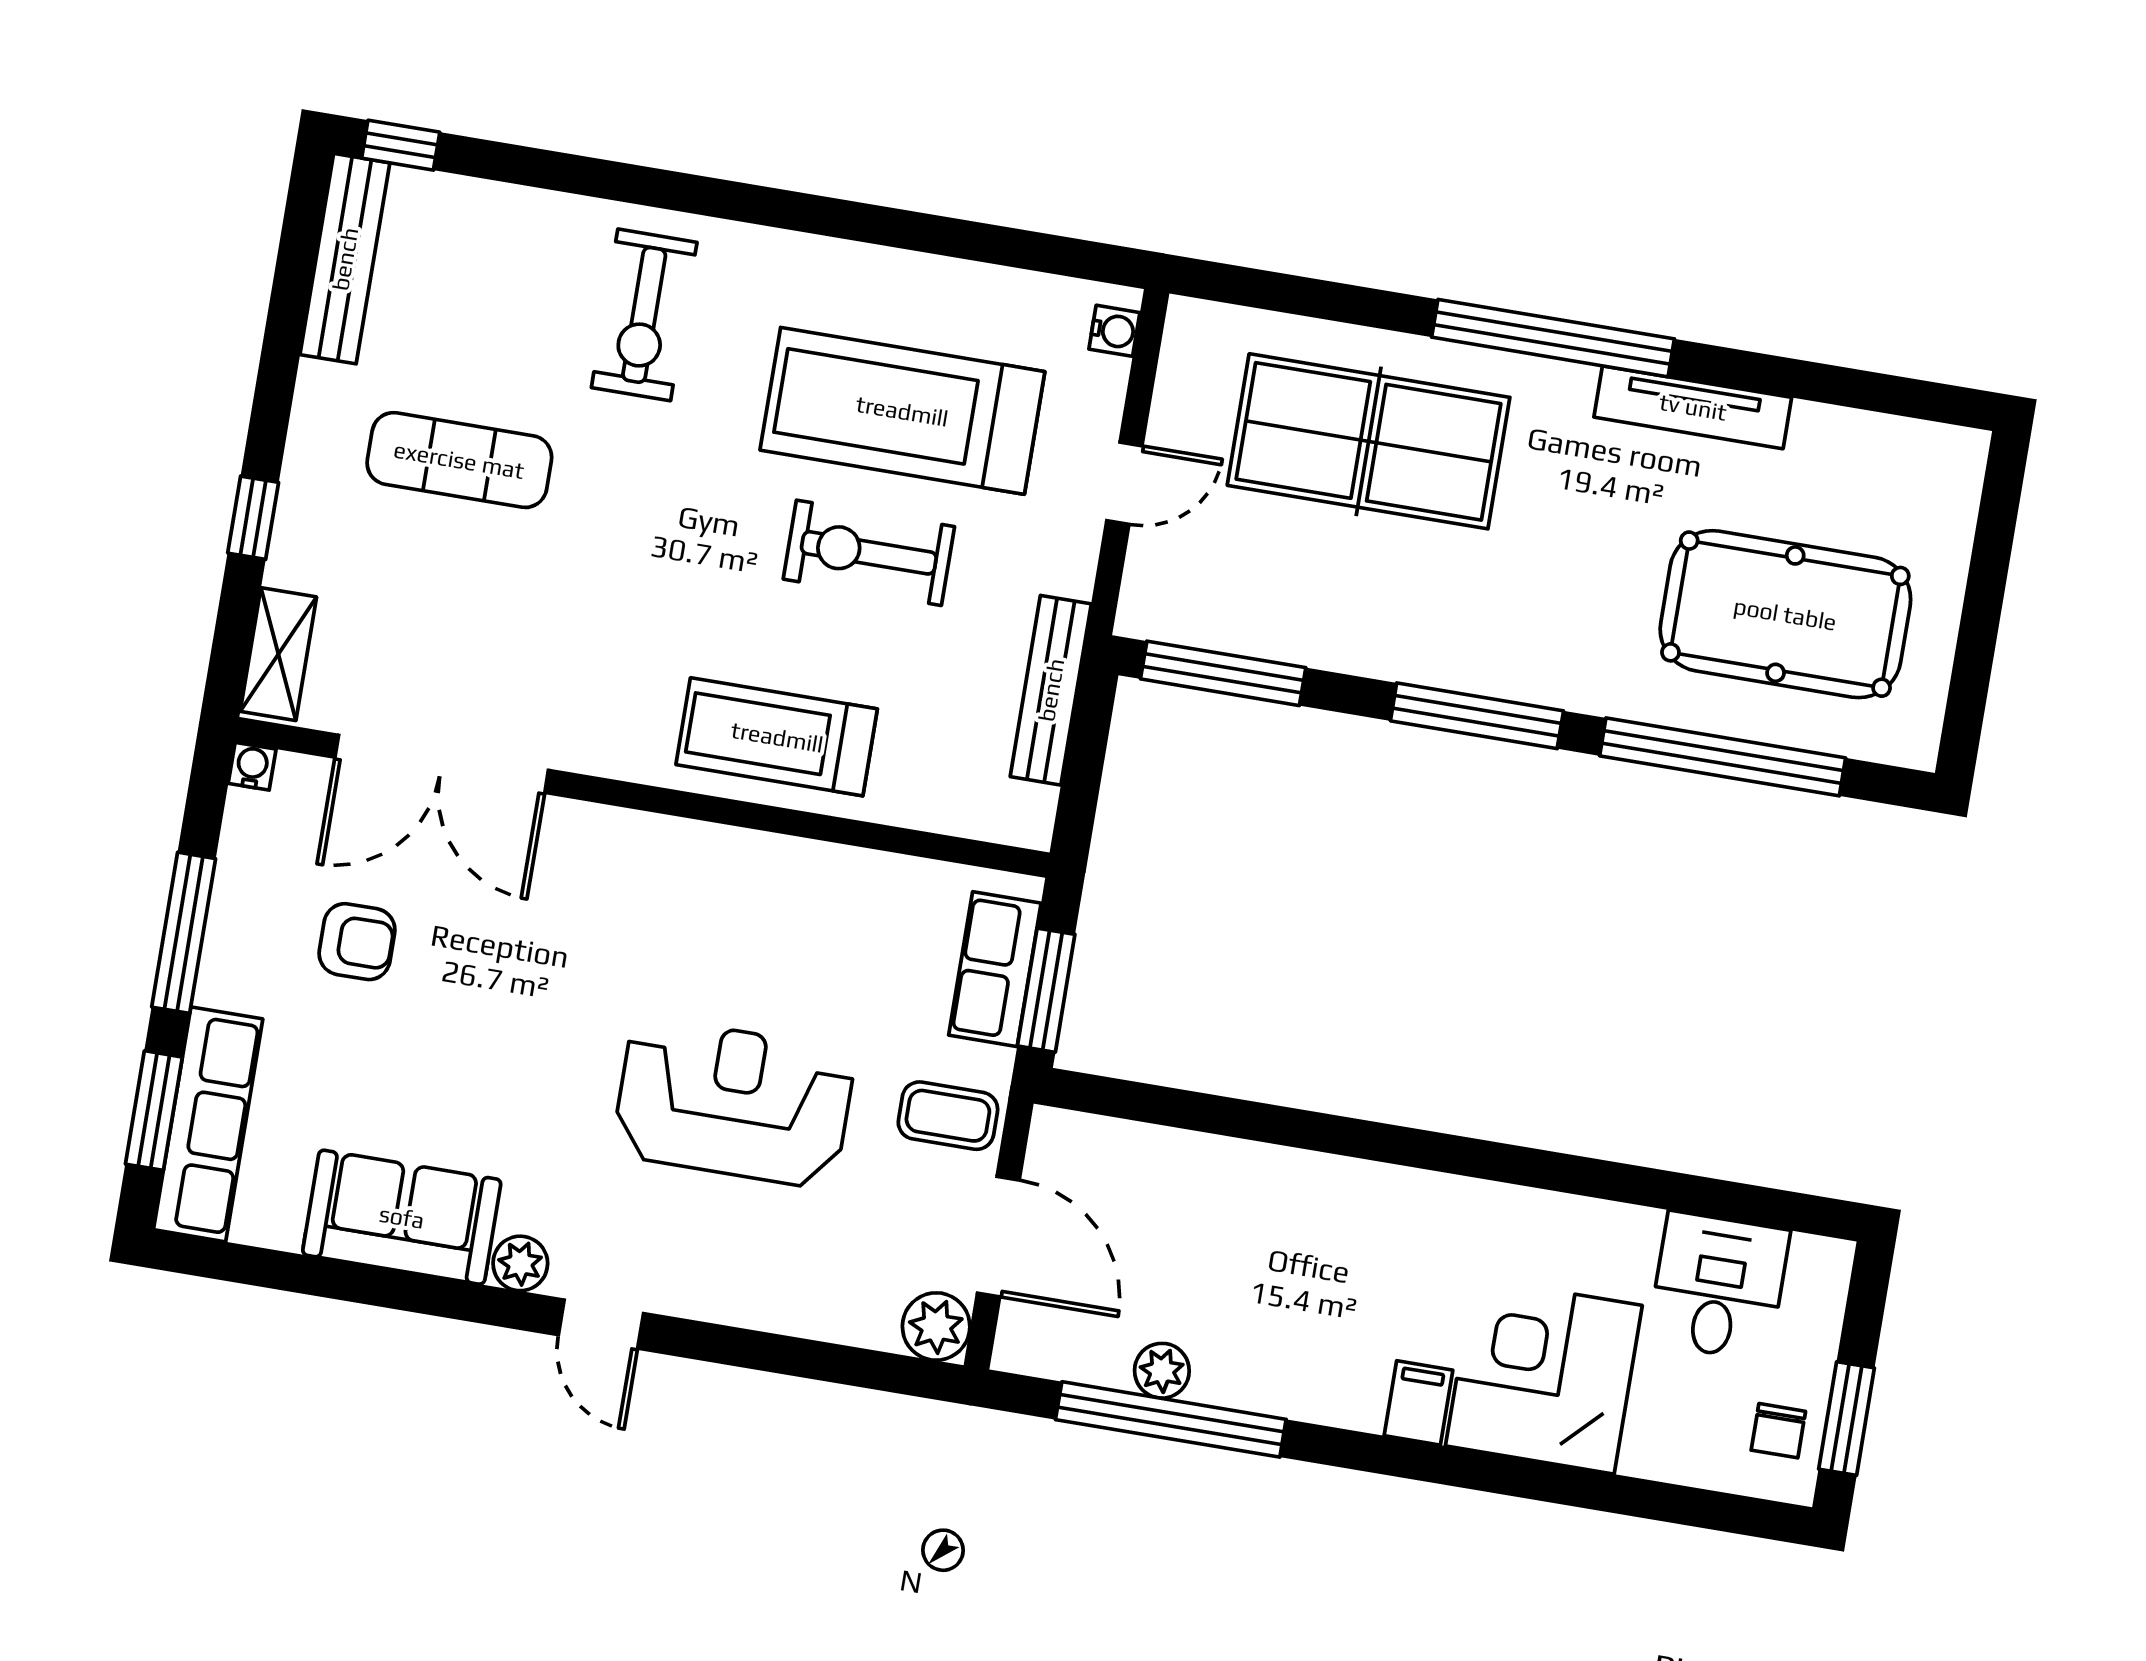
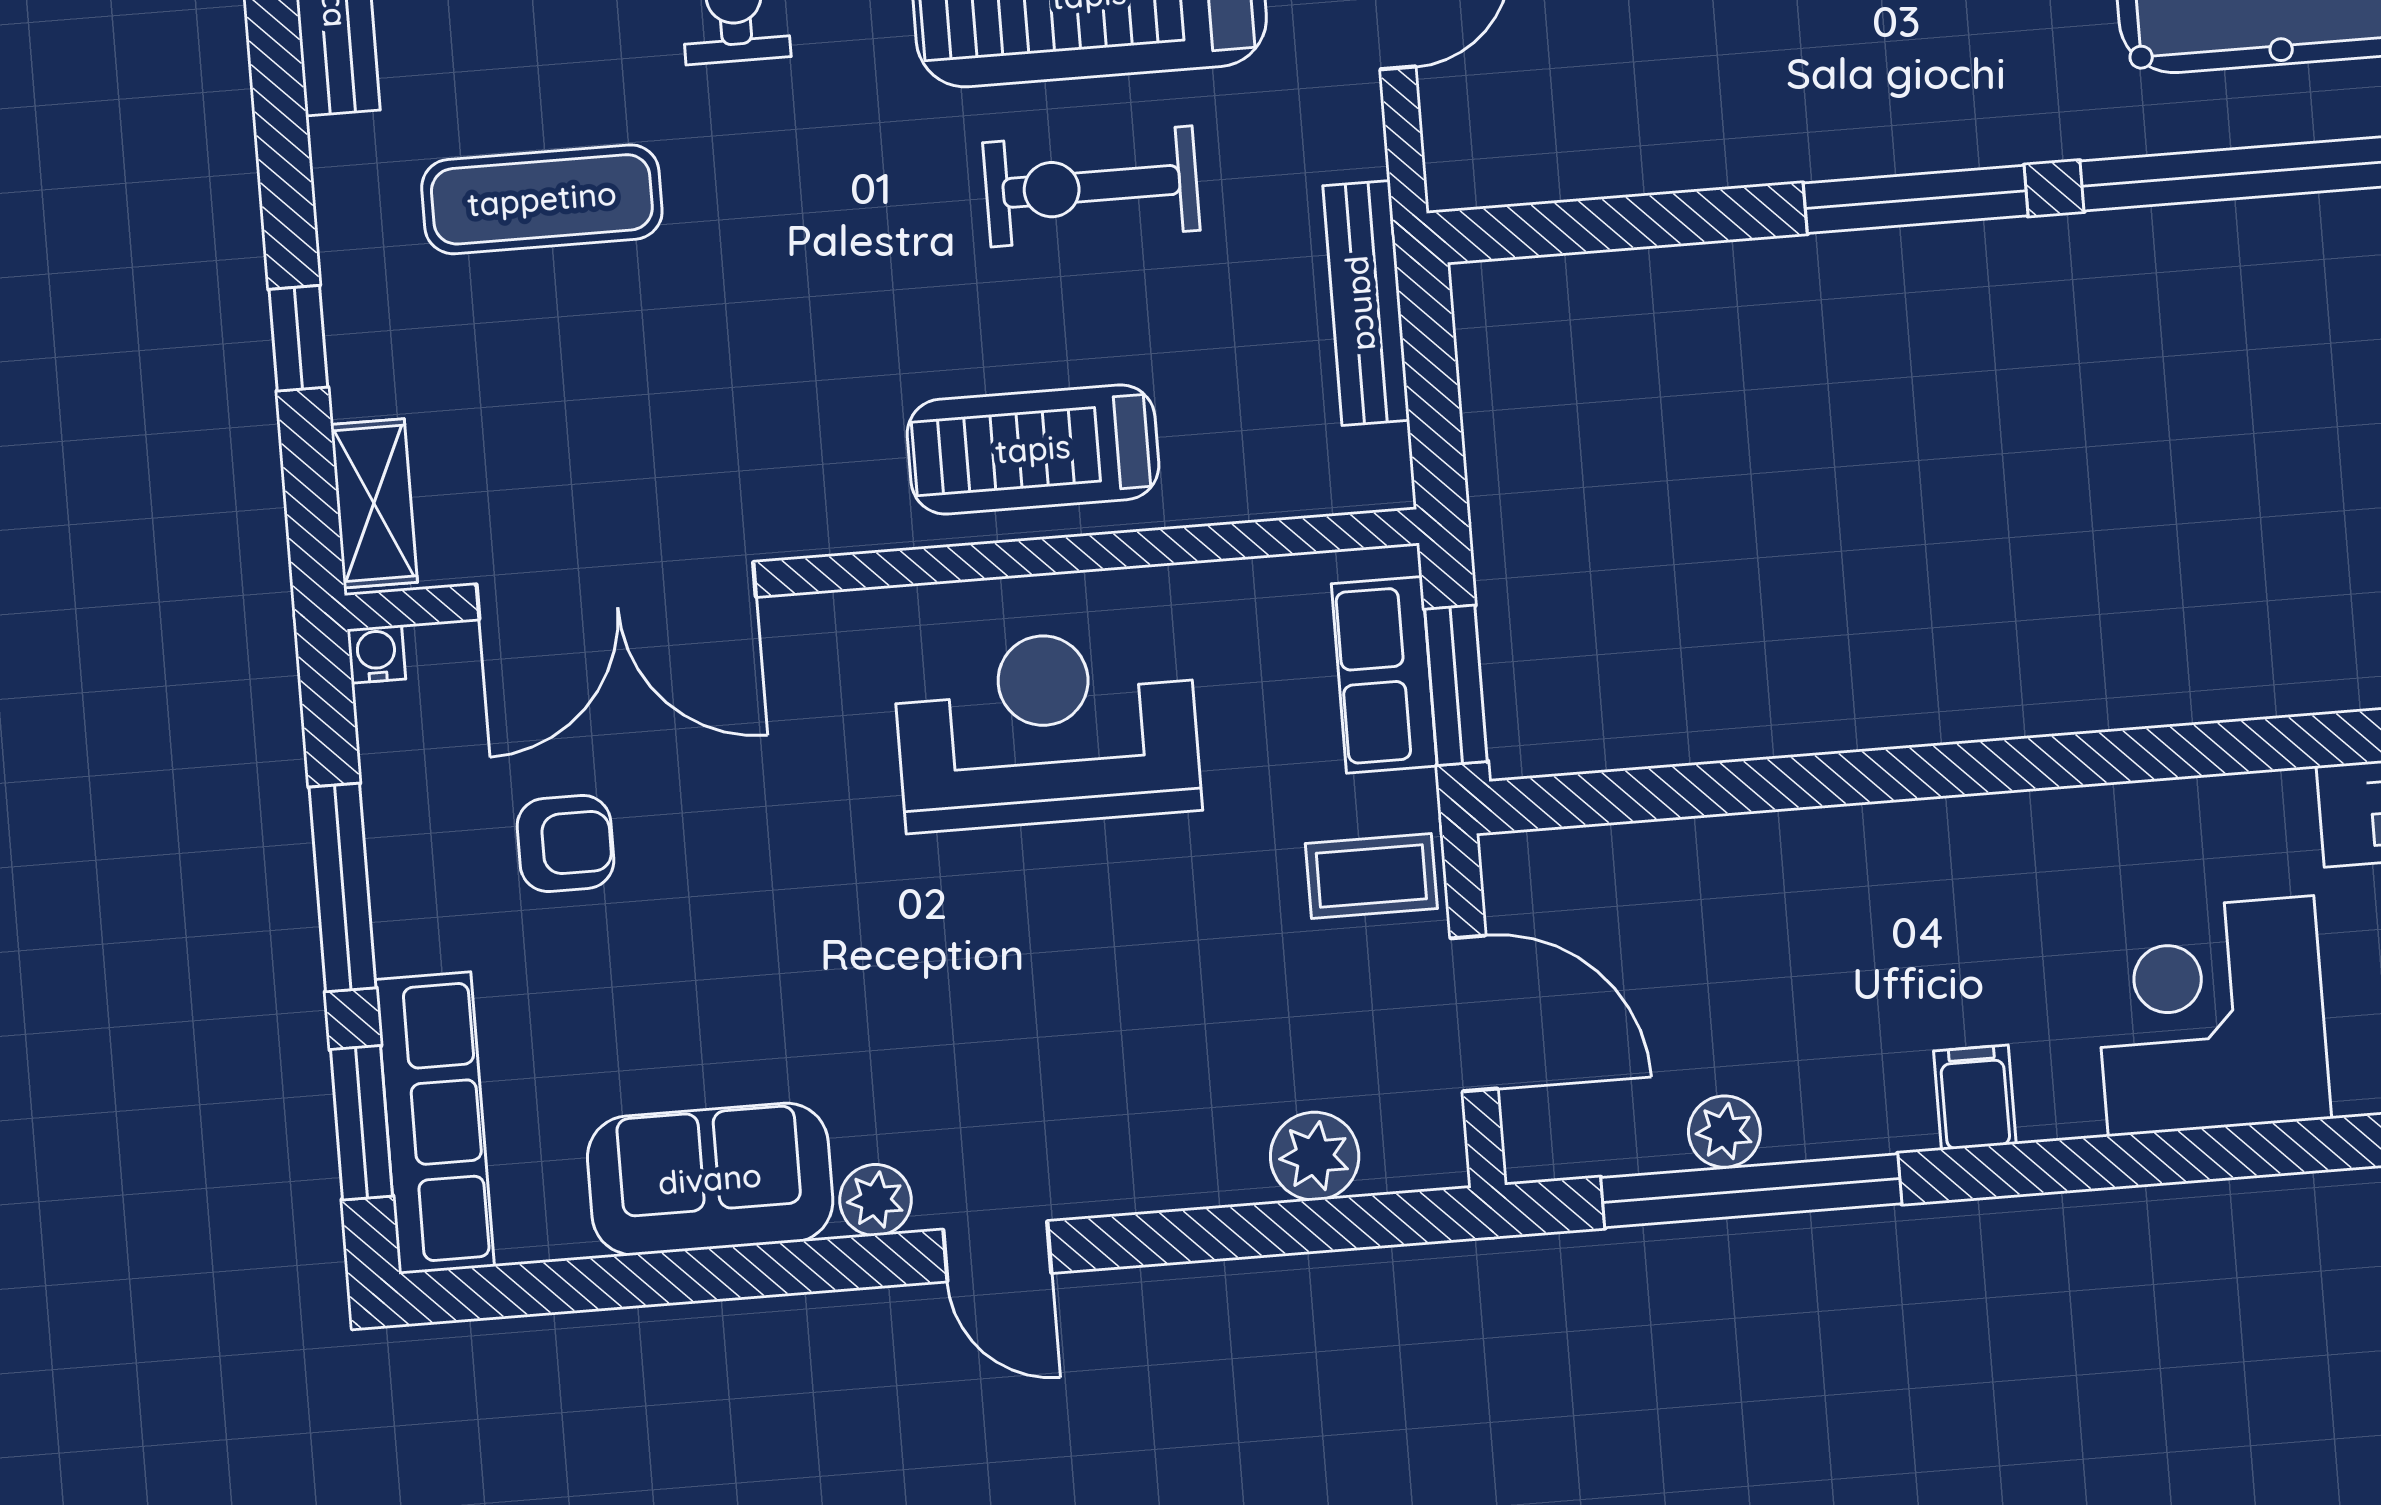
window: (1223, 673) -> (1580, 226), removed
reception desk: (734, 1102) -> (1047, 729), moved
plant: (936, 1326) -> (1315, 1156), moved
filing cabinet: (1418, 1403) -> (1975, 1097), moved

